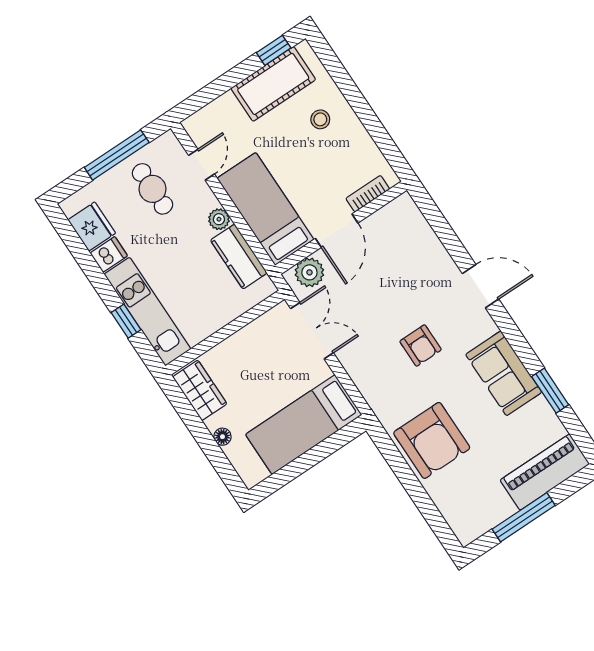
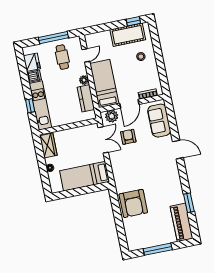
armchair: (421, 346) -> (128, 137), moved, turned 180
sofa: (504, 373) -> (159, 121), moved
piano: (545, 472) -> (181, 222), moved, turned -90

